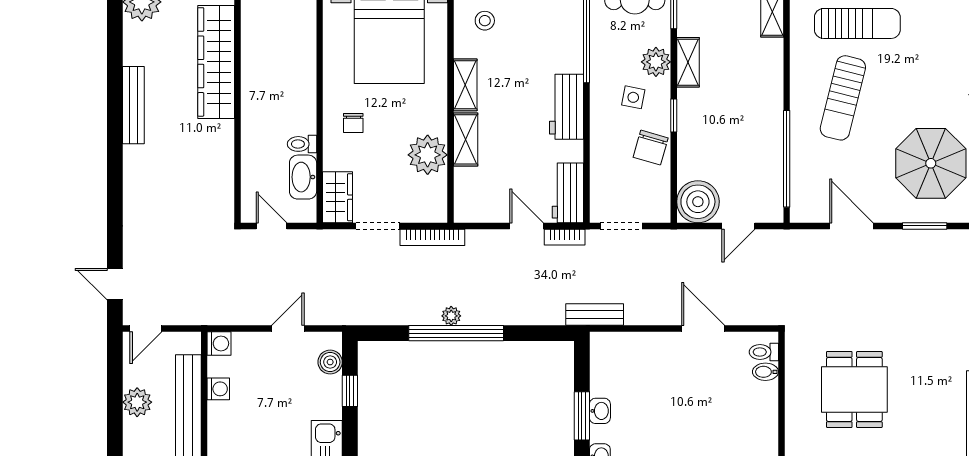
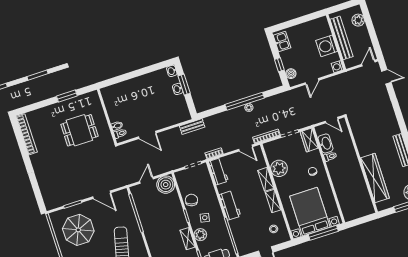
door: (527, 226) -> (246, 148), moved
washing machine: (218, 389) -> (327, 46), width x1.89, depth x1.89
dining table: (854, 389) -> (79, 130), turned 90
plant: (137, 402) -> (358, 20), moved

